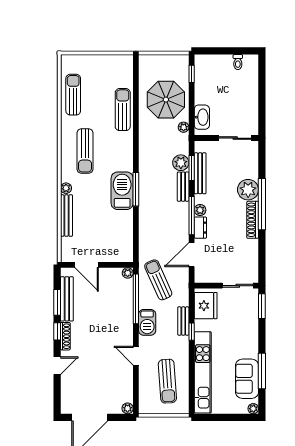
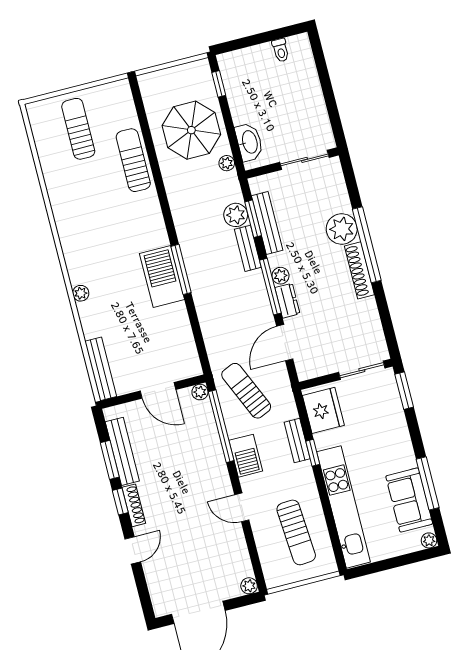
sun lounger: (73, 95) -> (78, 129), moved
sun lounger: (85, 151) -> (94, 233), removed
bench: (66, 216) -> (101, 369), moved
door: (87, 265) -> (158, 390), moved

